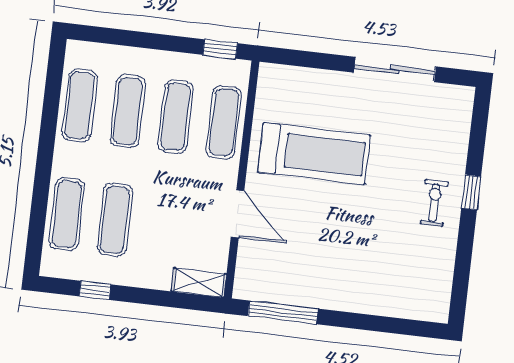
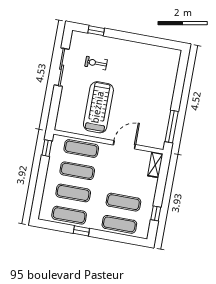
window: (48, 134) -> (81, 231), added
window: (471, 192) -> (96, 31), moved
exercise bike: (434, 203) -> (96, 63), moved

